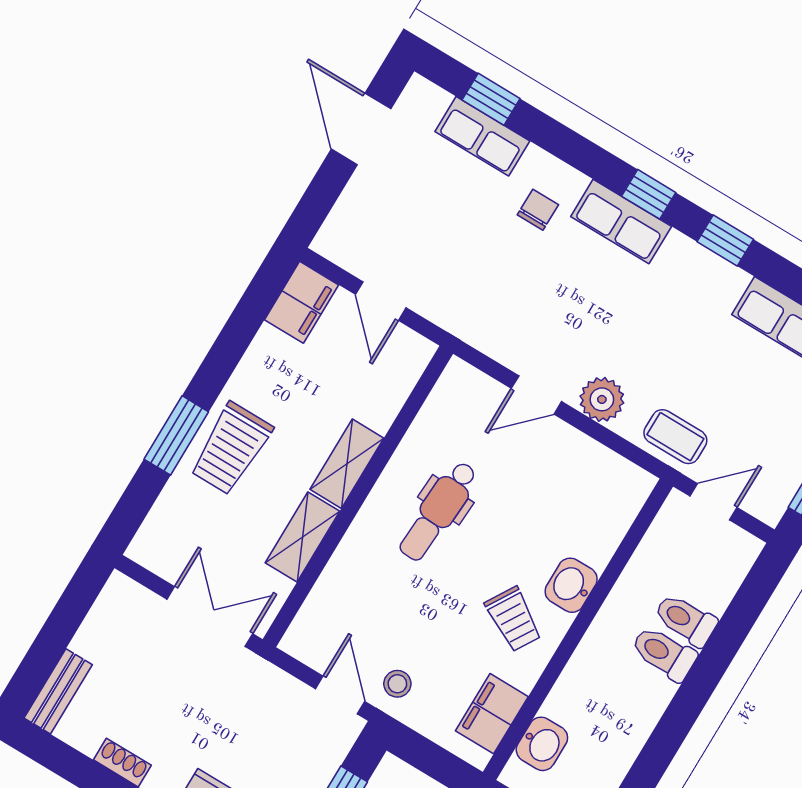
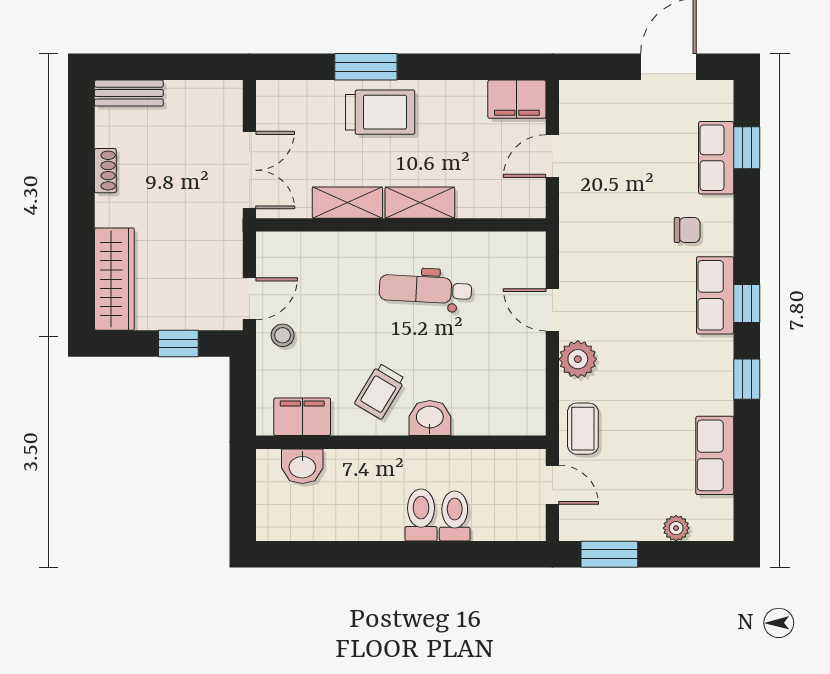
trolley: (231, 449) -> (380, 112), turned 180

